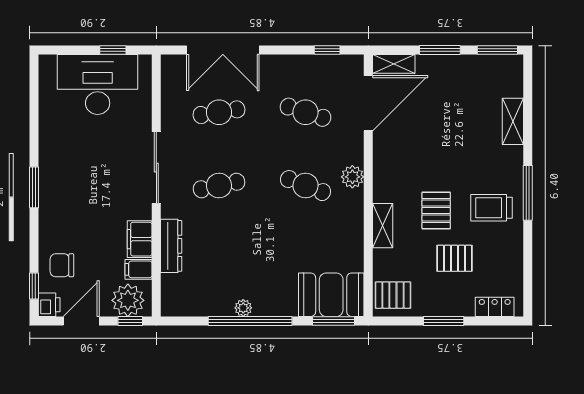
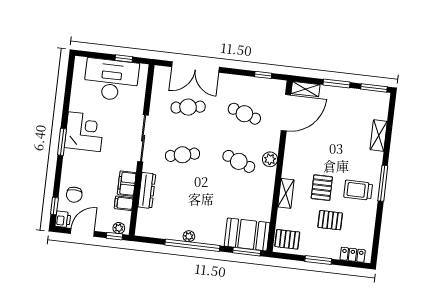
corner desk: (66, 168) -> (84, 132), added
chair: (62, 265) -> (74, 195), turned -90
plant: (128, 300) -> (119, 228), width x0.53, depth x0.53

